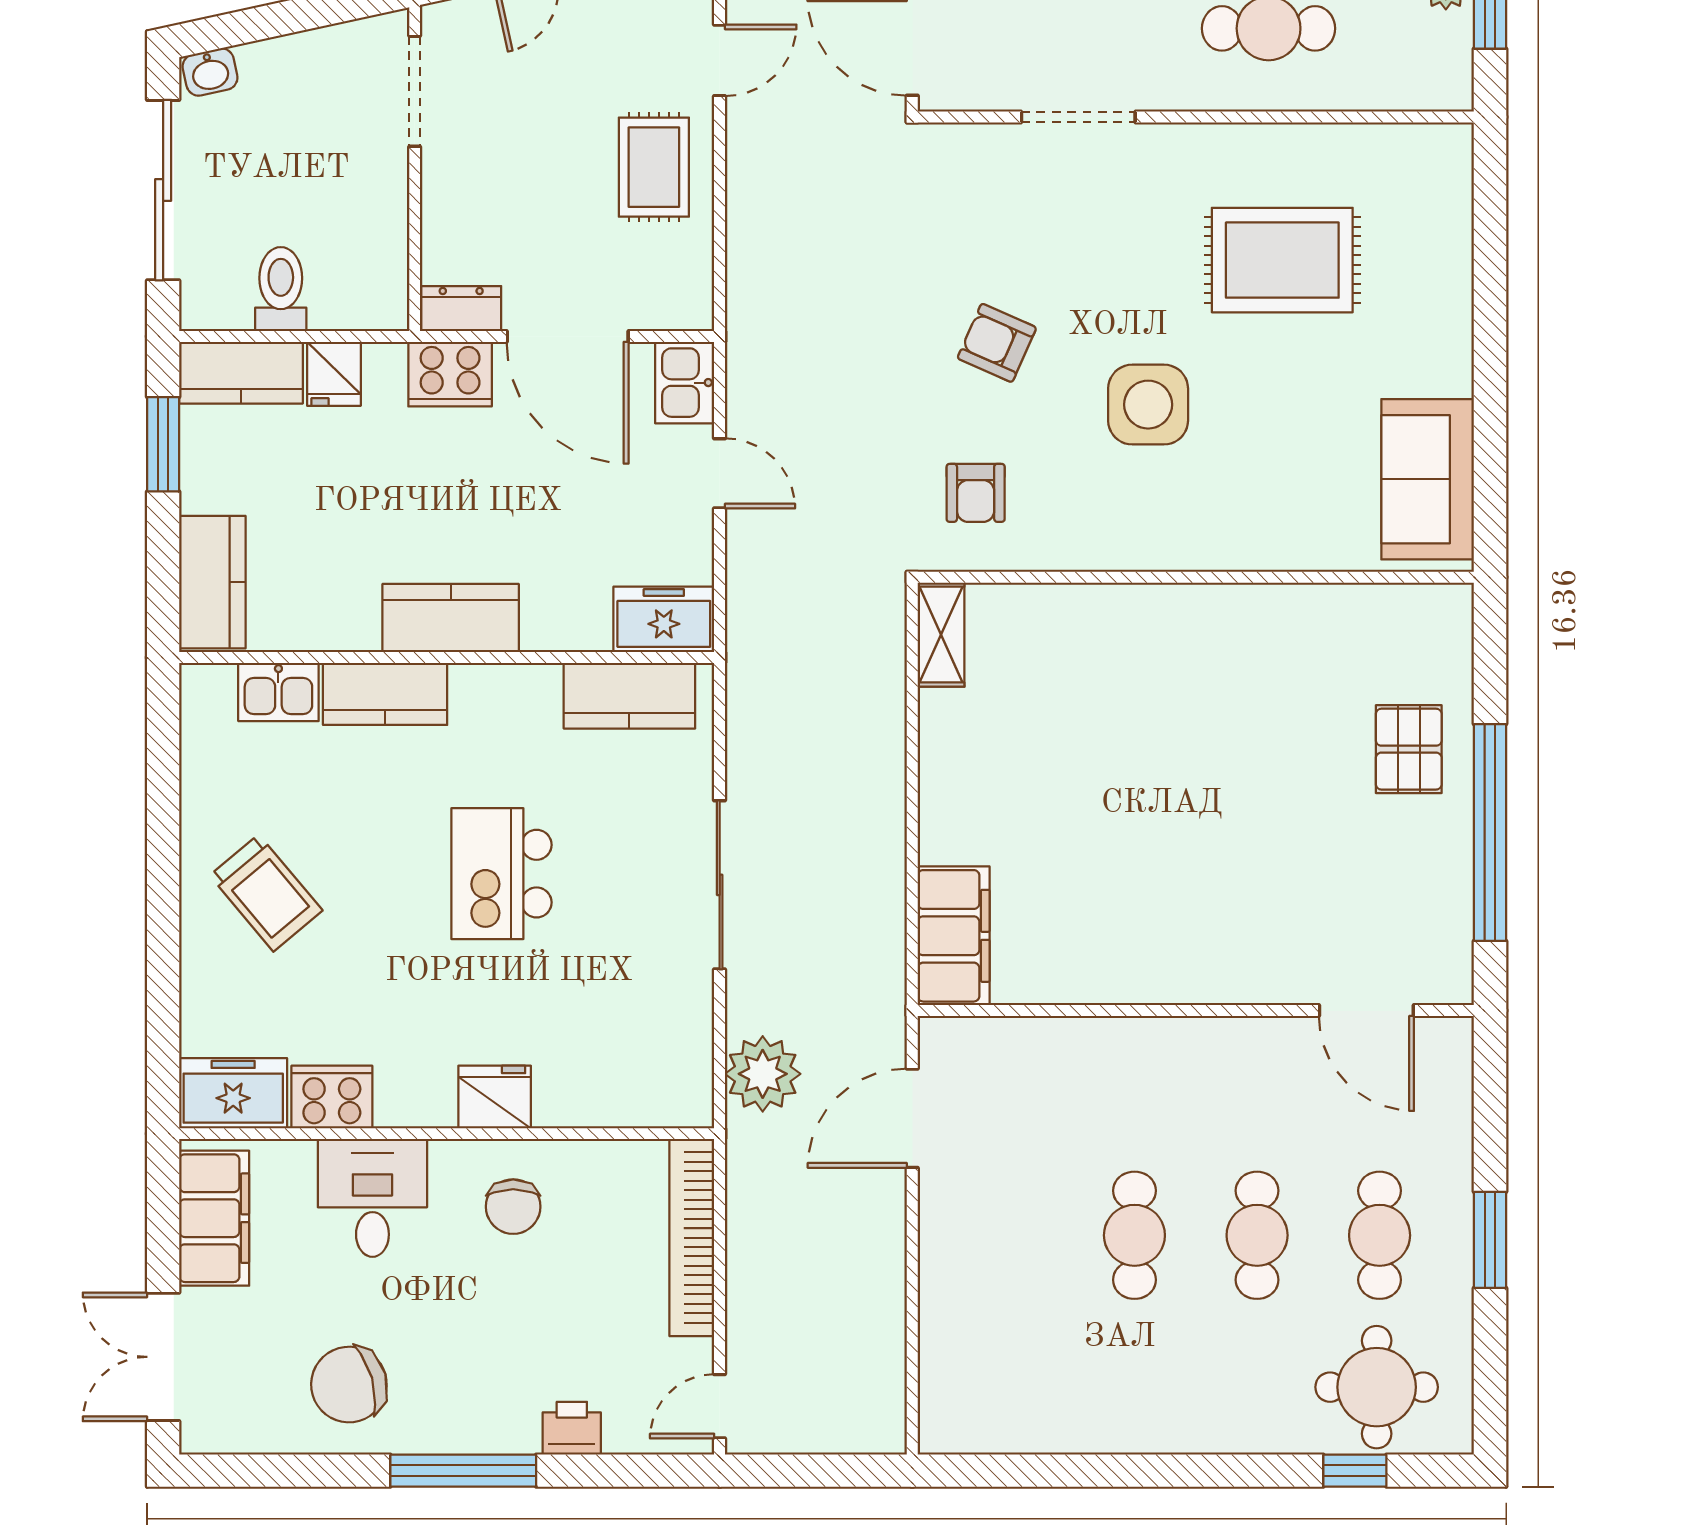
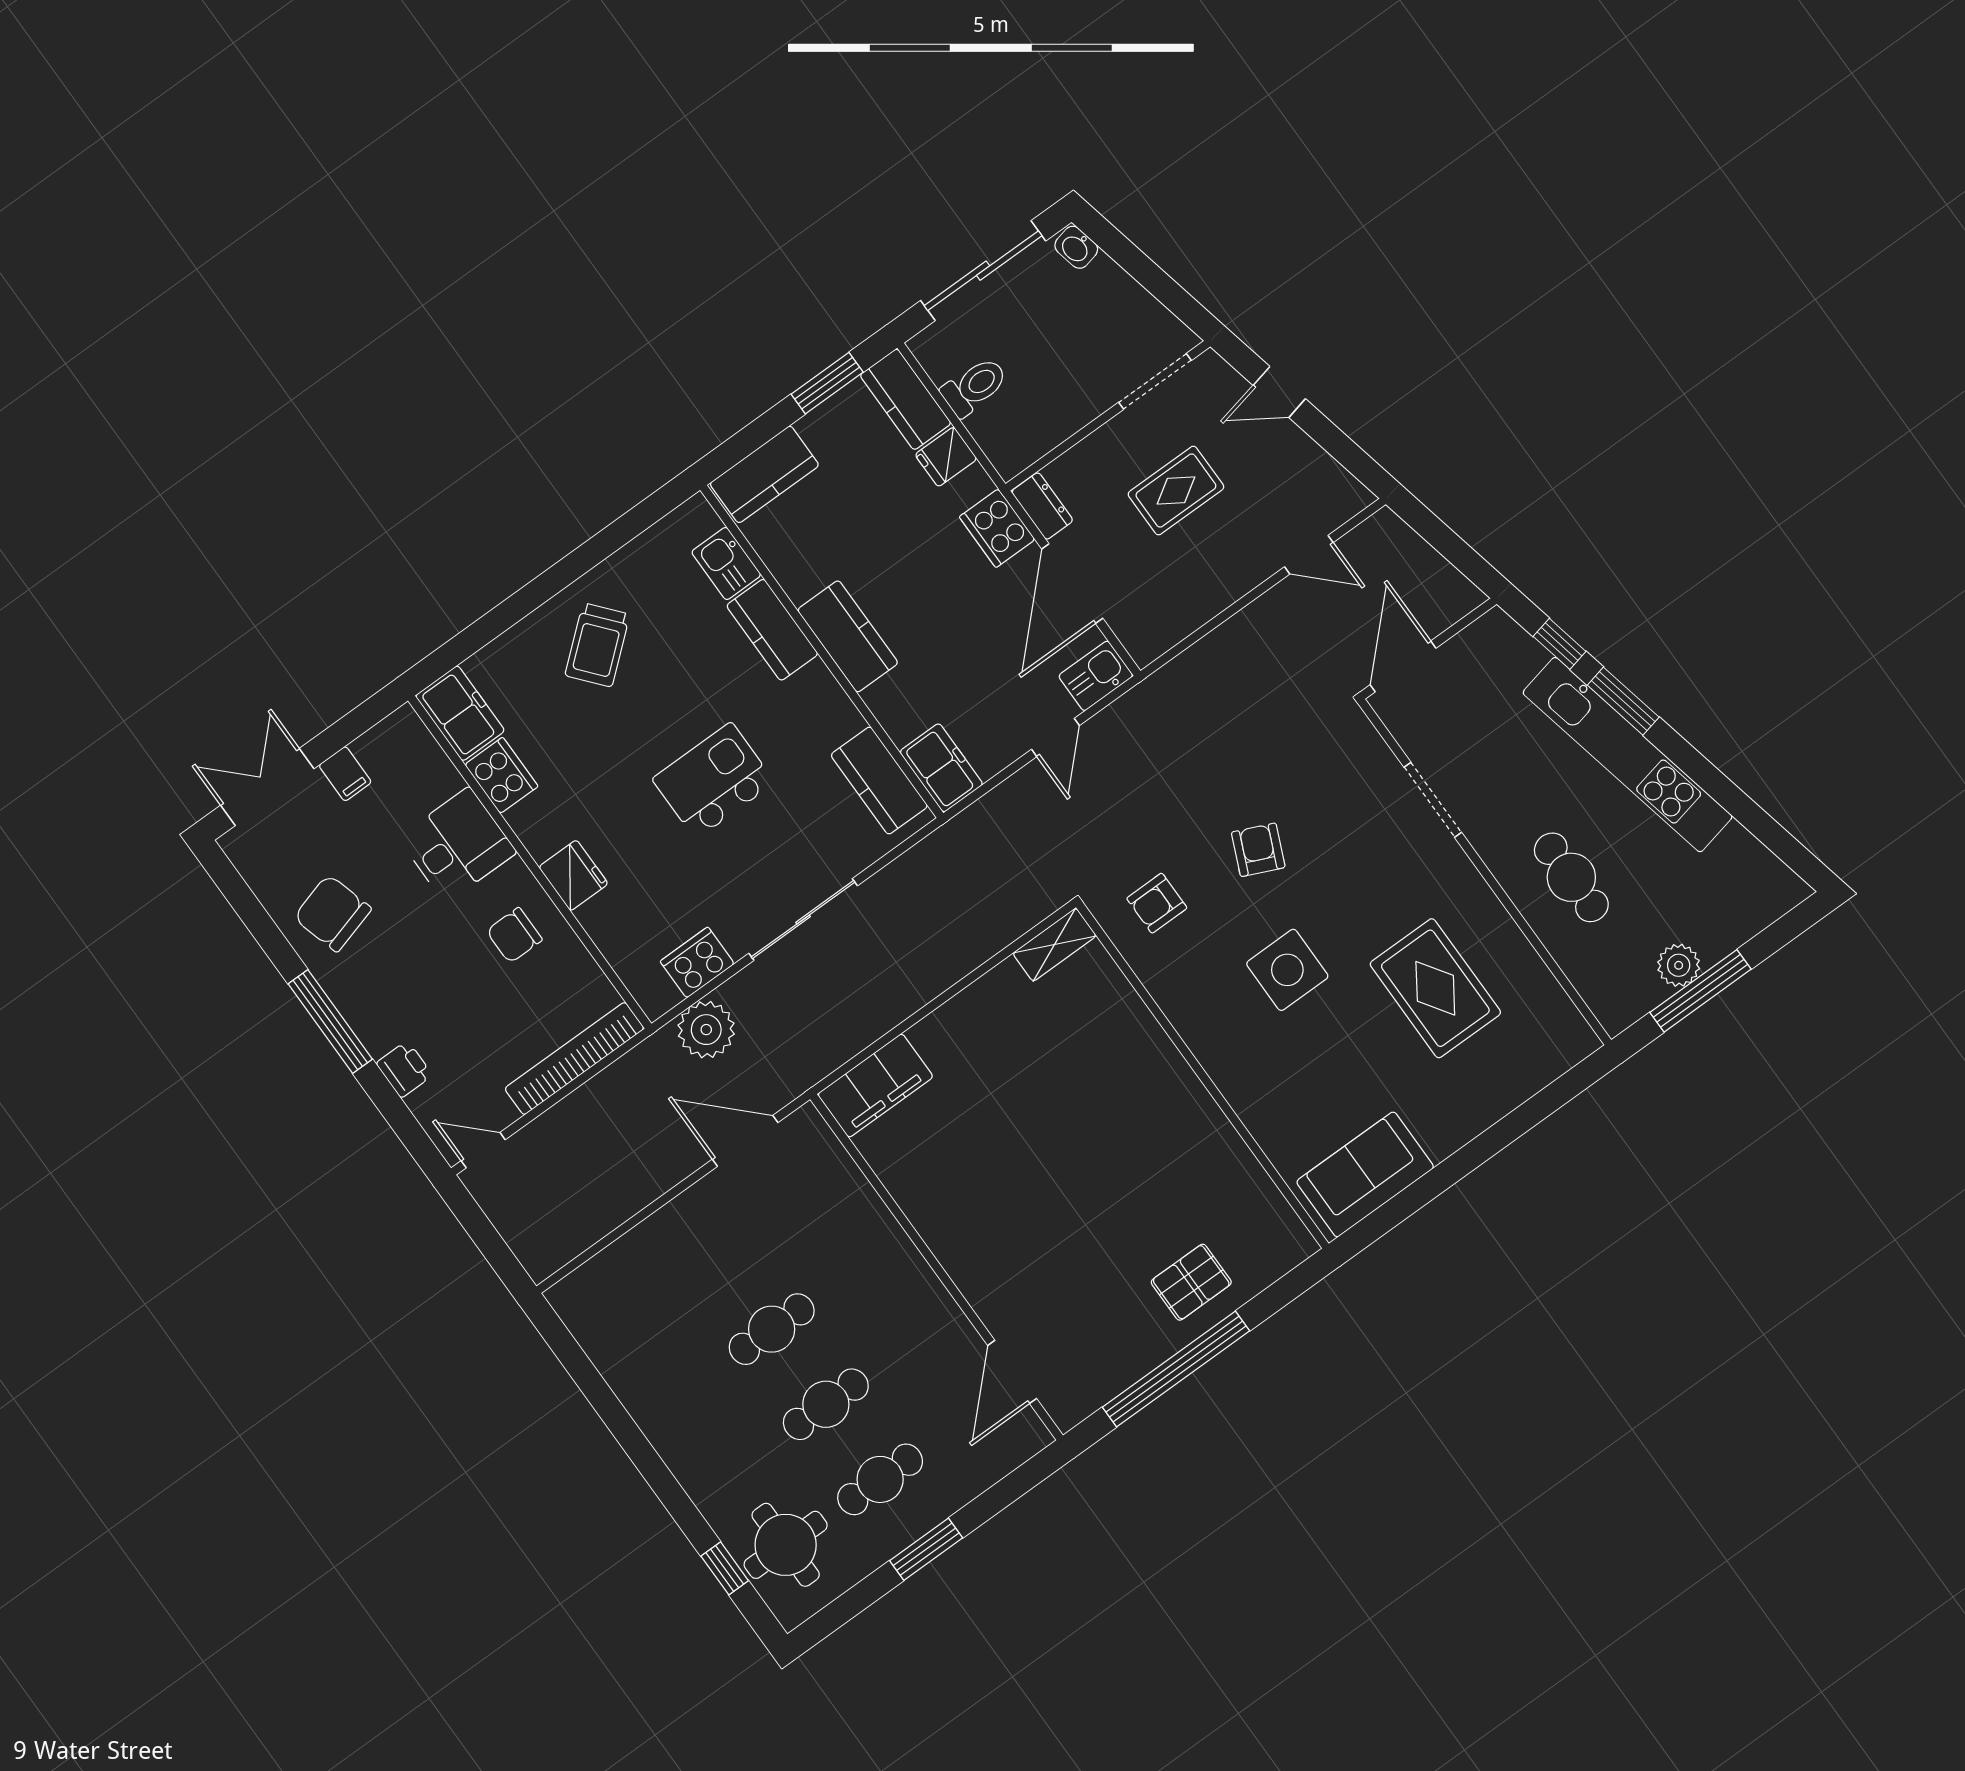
rug: (654, 167) -> (1176, 491), moved
cooker: (684, 1032) -> (697, 963), added
filing cabinet: (214, 1218) -> (345, 774), width x0.33, depth x0.86

